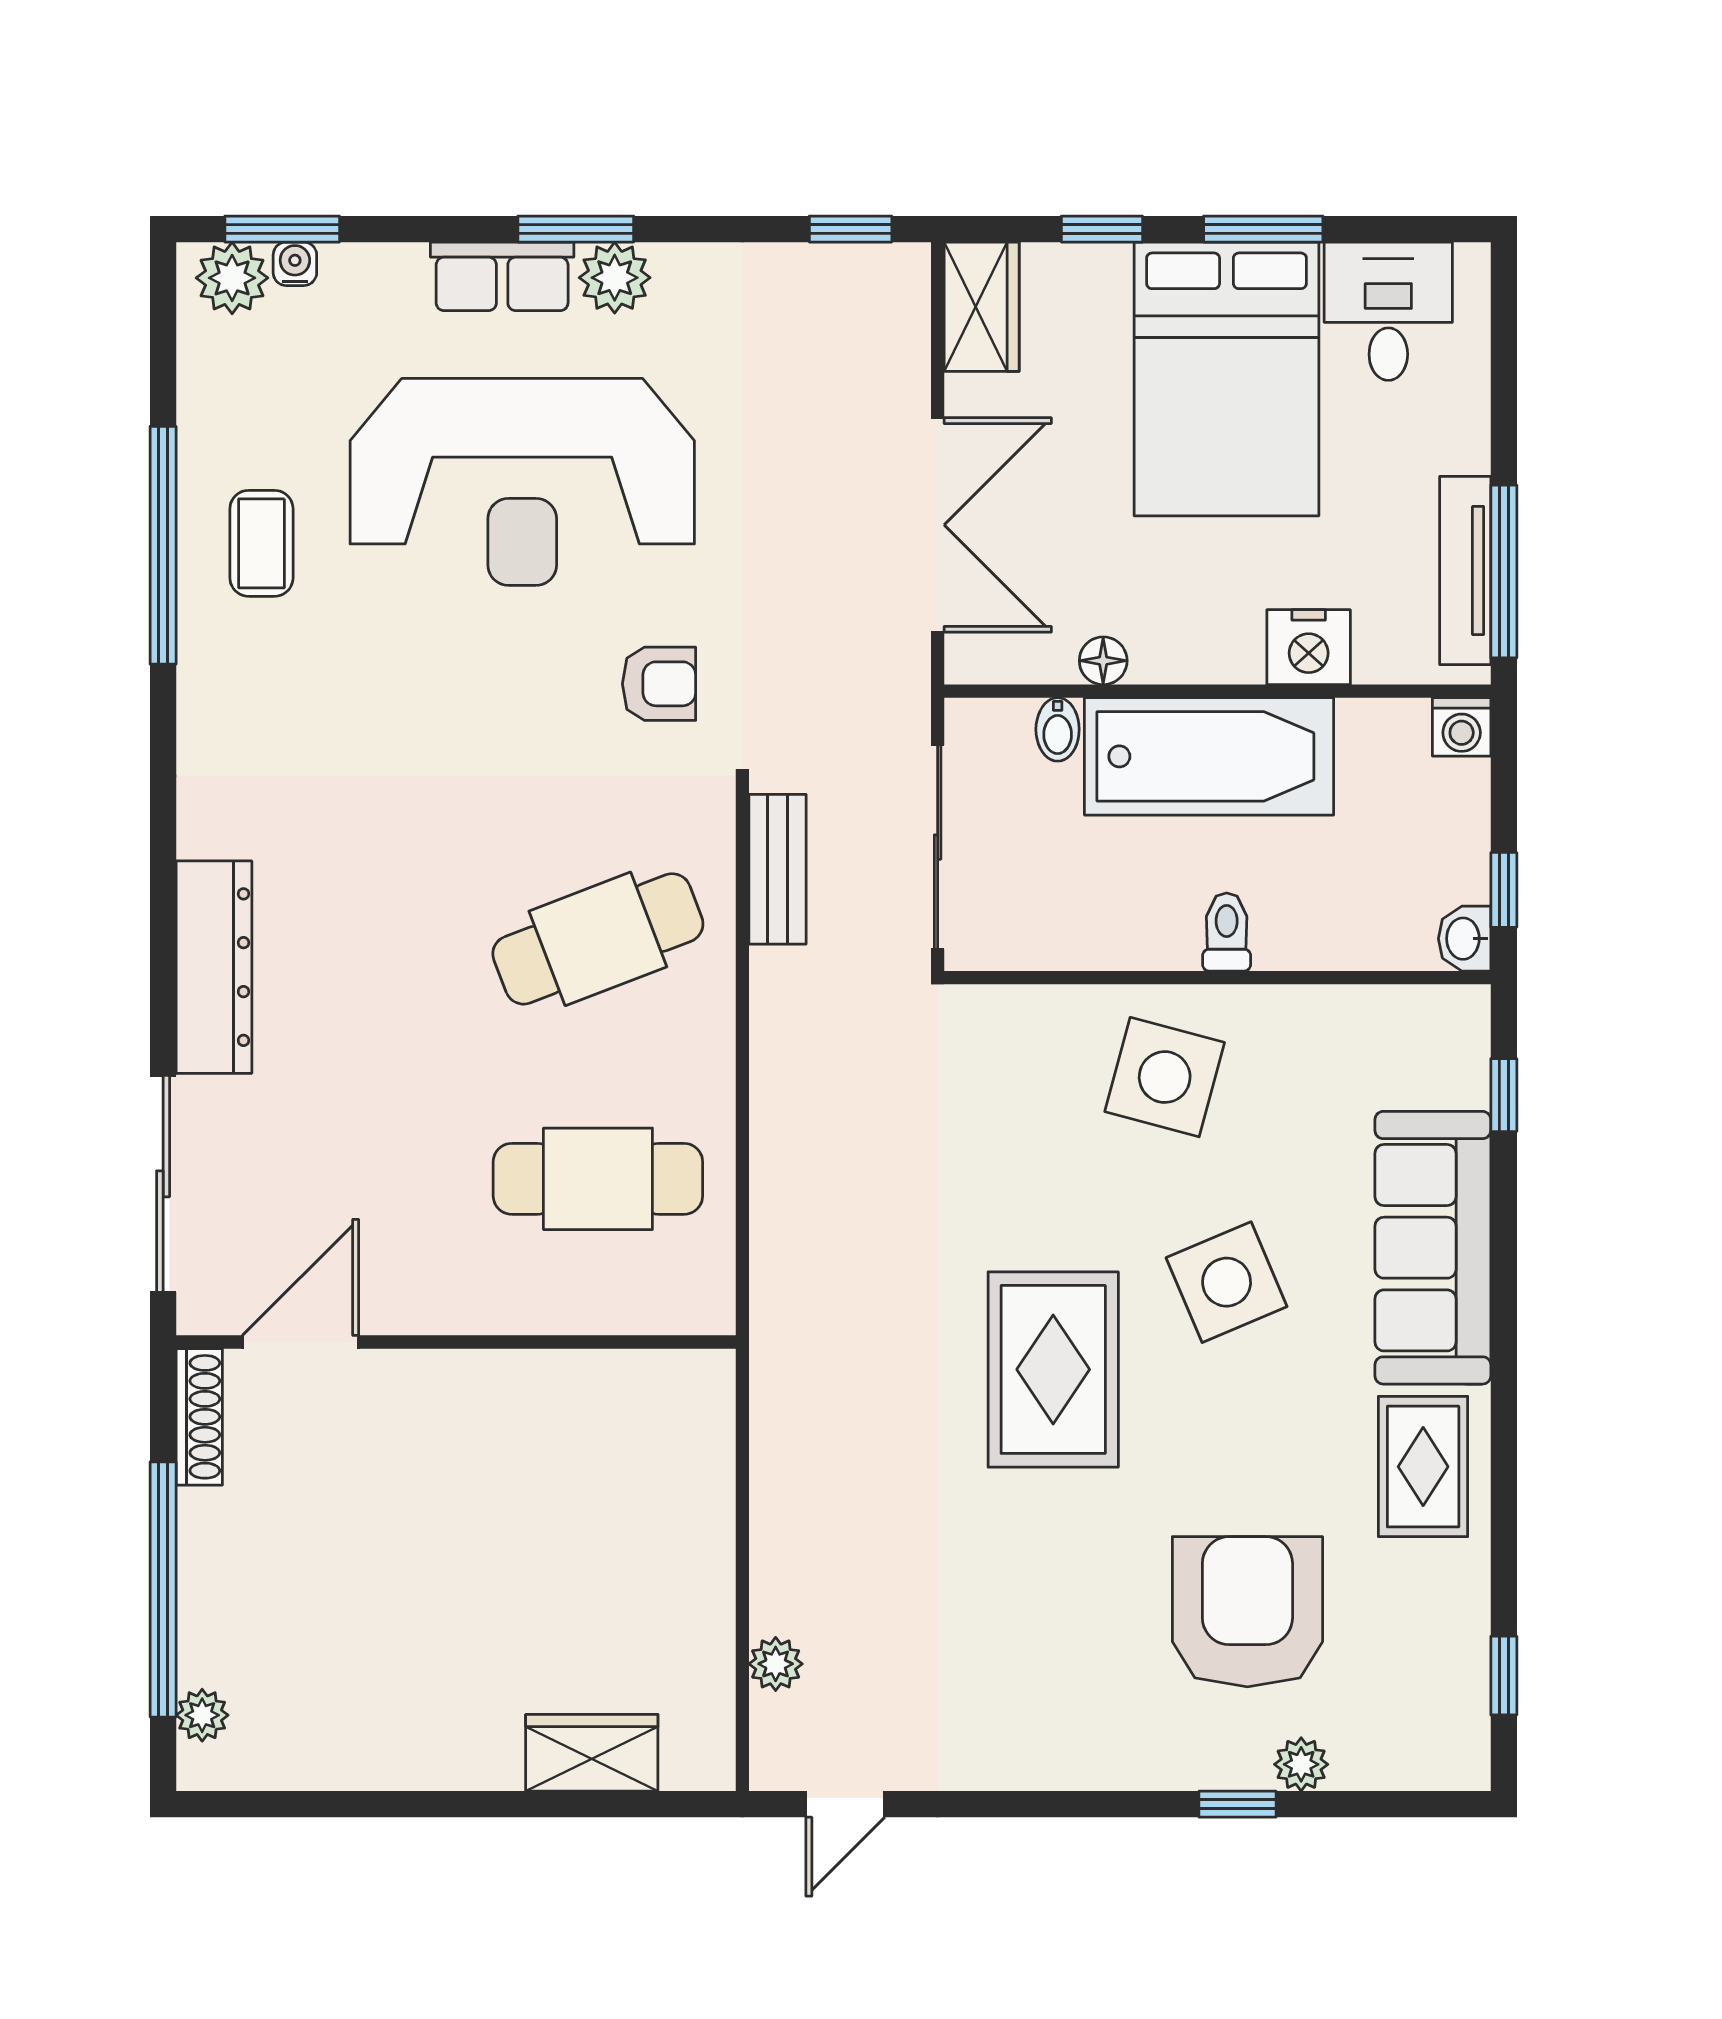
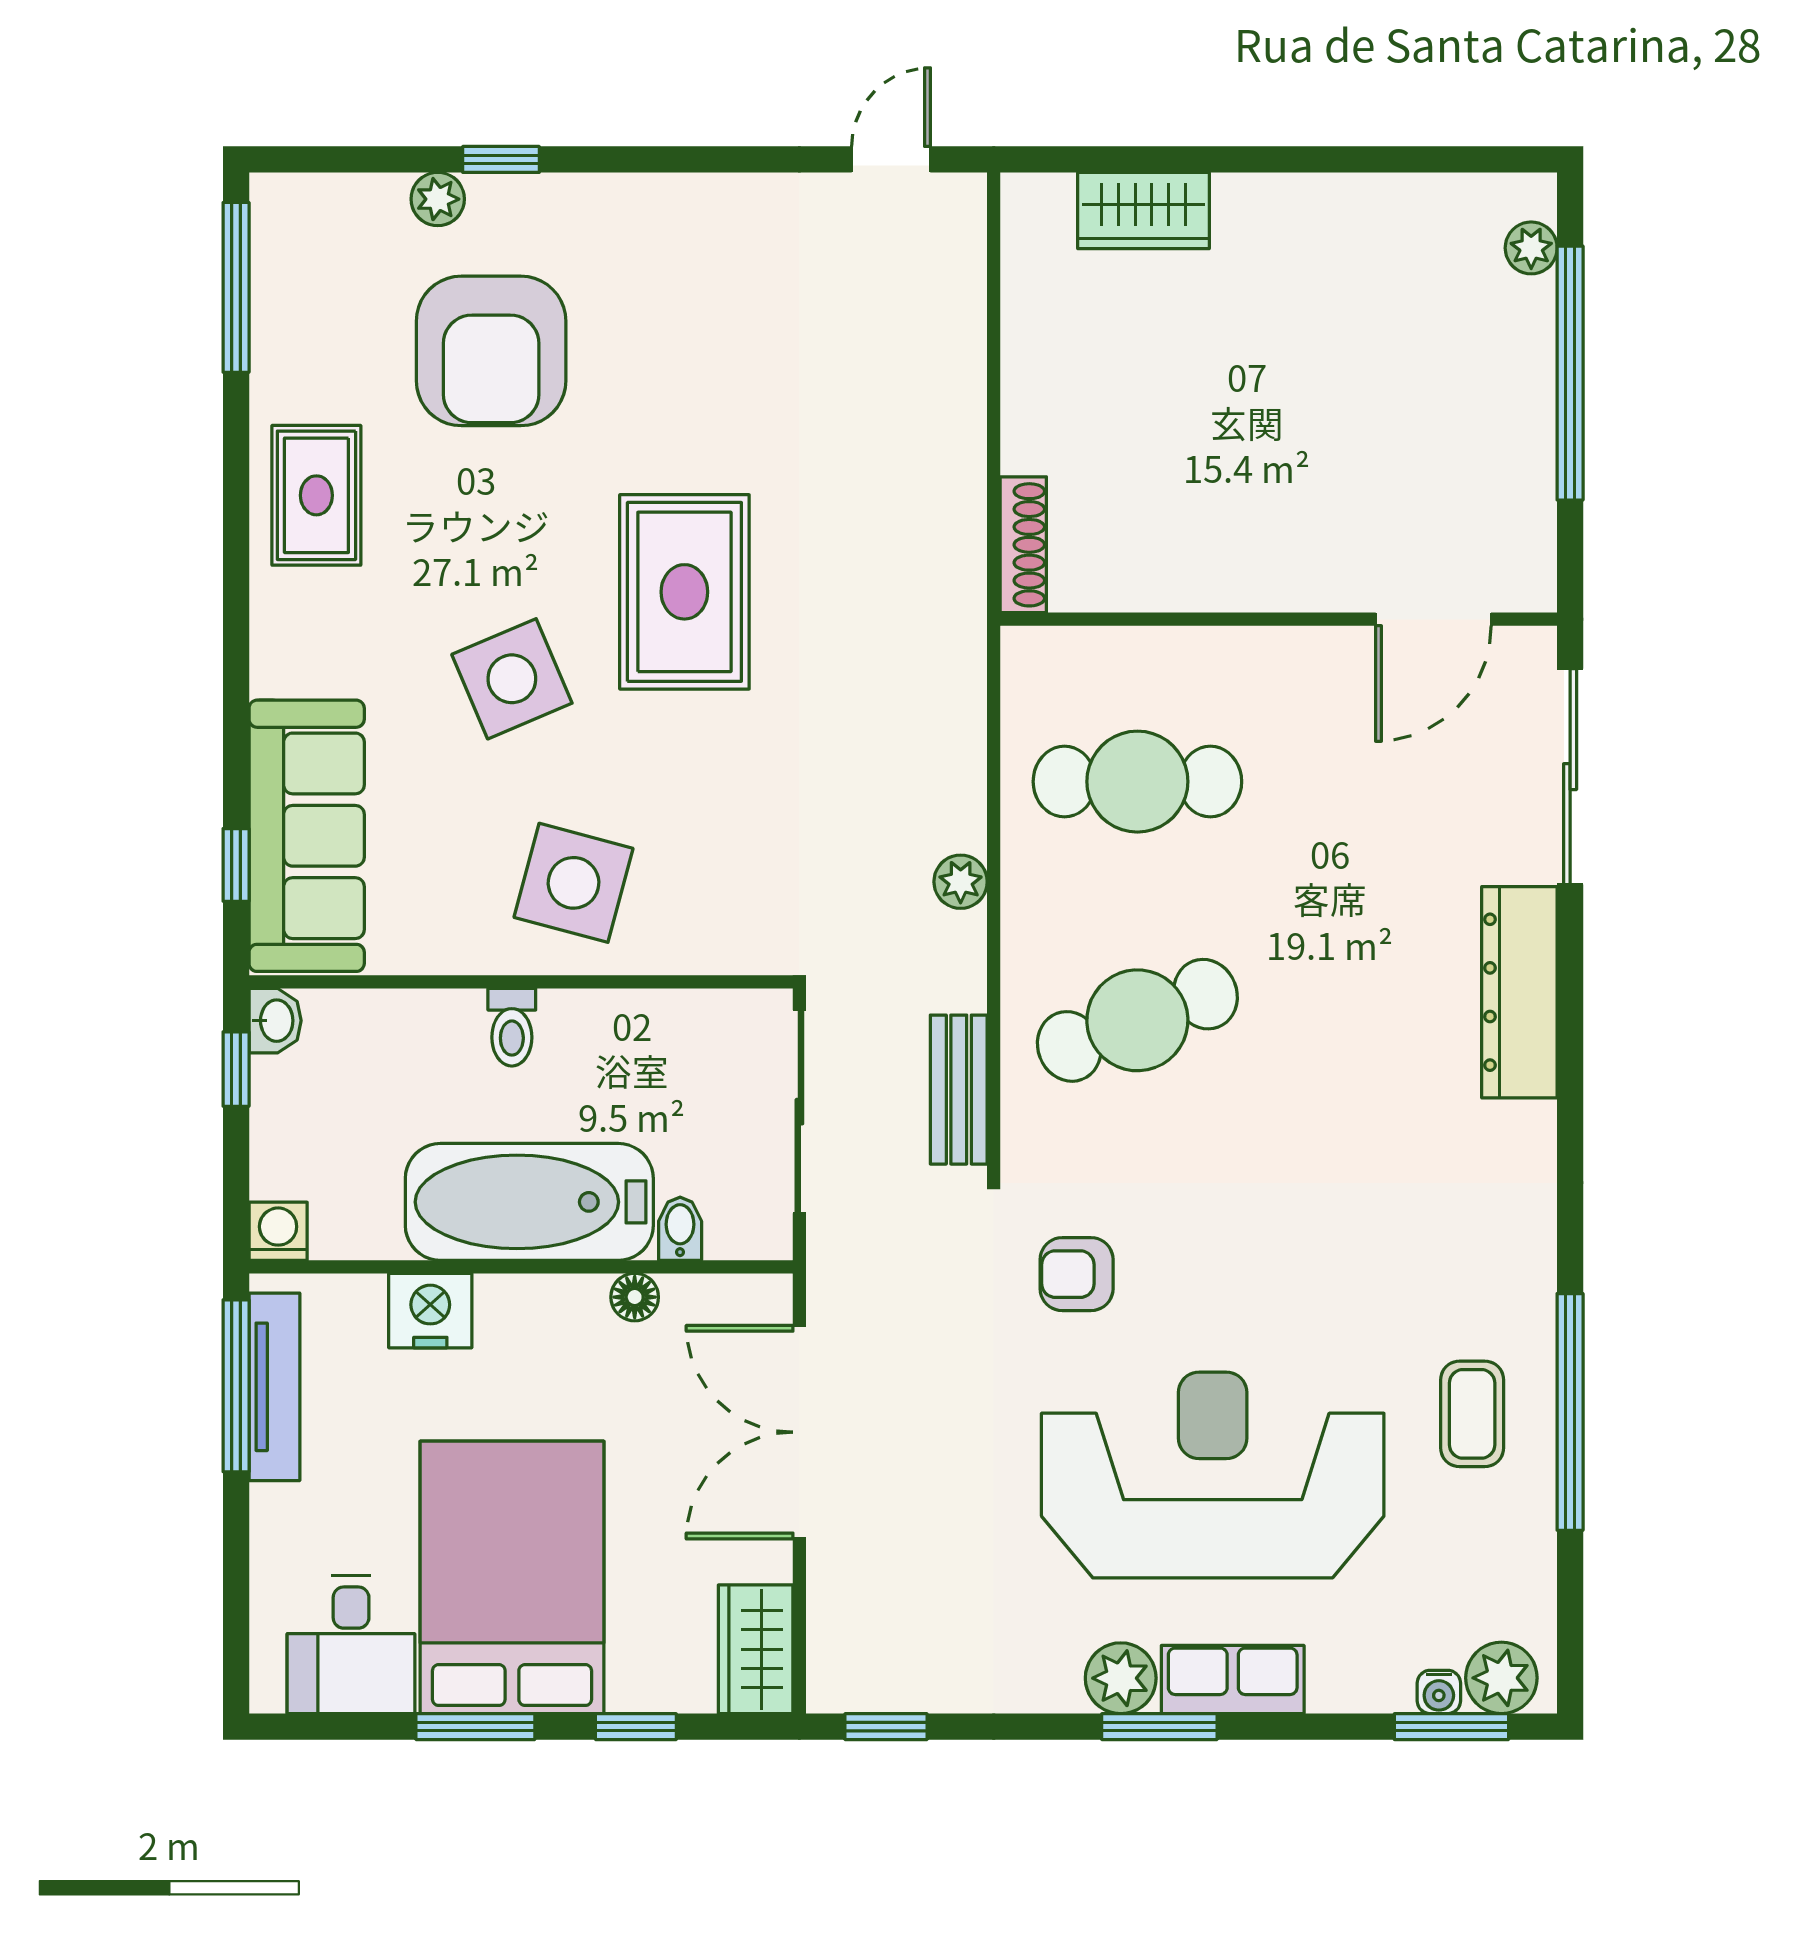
sofa: (1433, 1248) -> (307, 836), moved
shoe rack: (199, 1417) -> (1023, 545), moved, turned 180
plant: (776, 1664) -> (961, 882), moved
window: (1504, 1676) -> (236, 287), width x2.17

